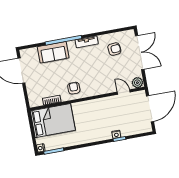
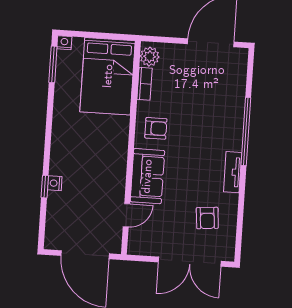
sofa: (53, 52) -> (147, 176), moved, turned 180
plant: (137, 83) -> (150, 57), moved

